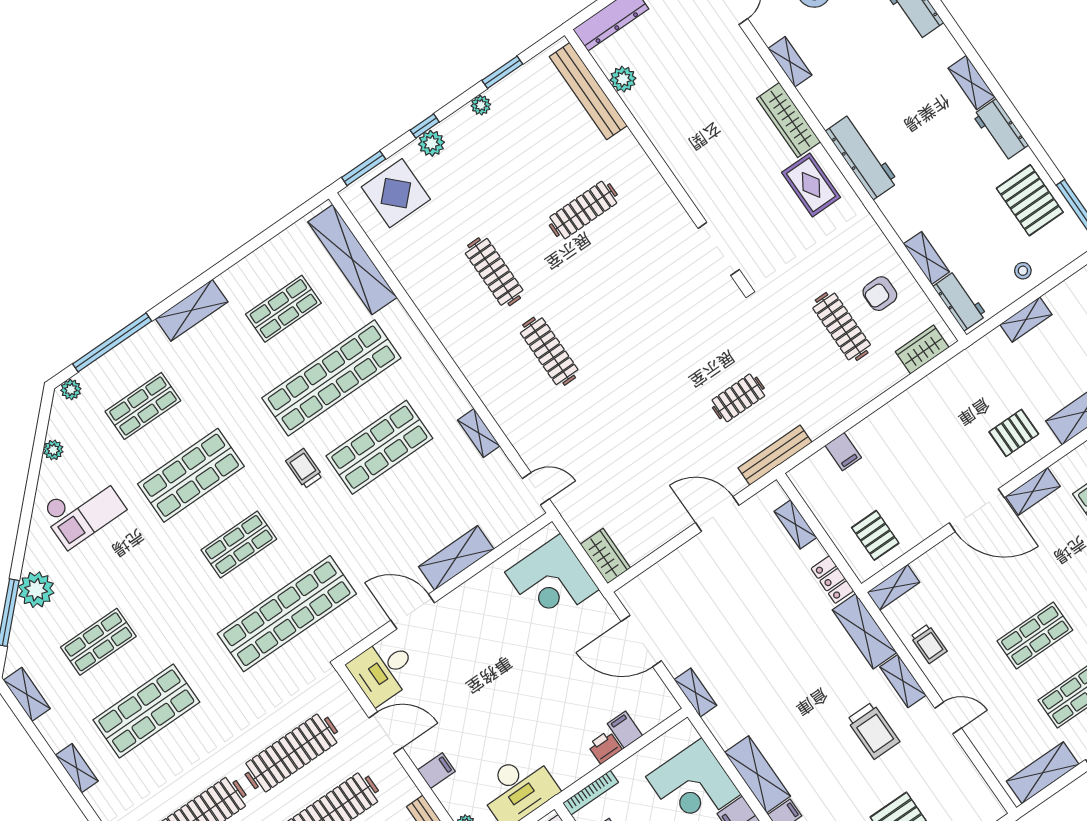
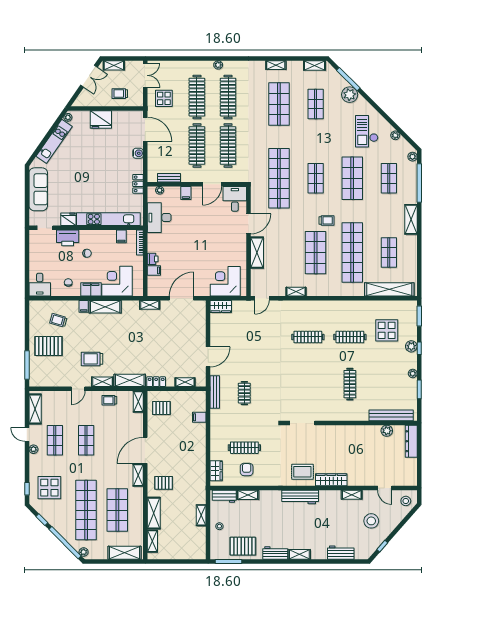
display table: (396, 193) -> (387, 330), moved
pallet: (1014, 433) -> (164, 483), turned 90

